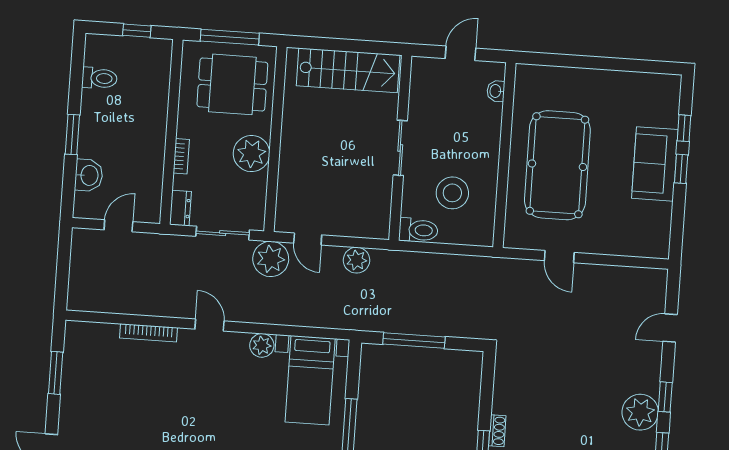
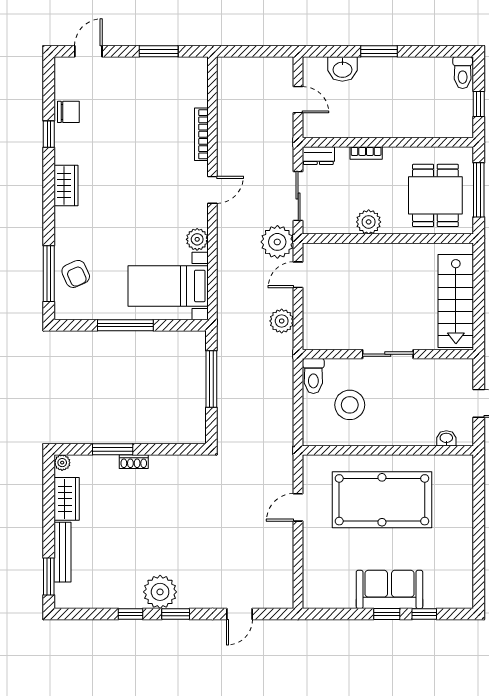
toilet: (99, 78) -> (463, 73), moved
plant: (251, 154) -> (369, 222), width x0.73, depth x0.73
door: (670, 328) -> (240, 614), swing flipped

